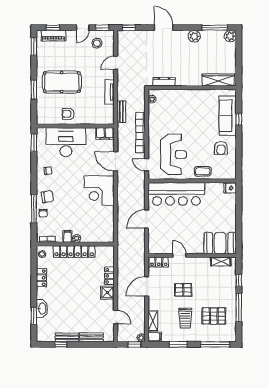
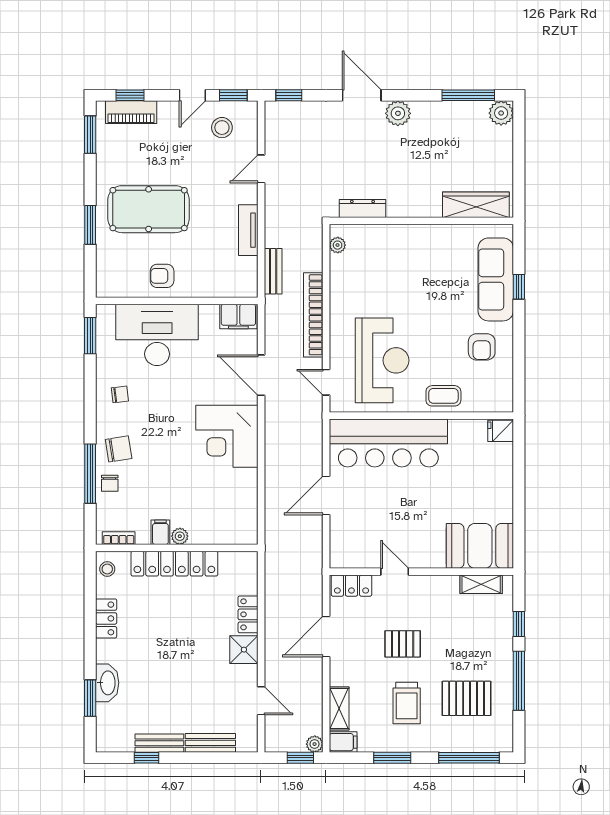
plant: (194, 36) -> (398, 113), moved

